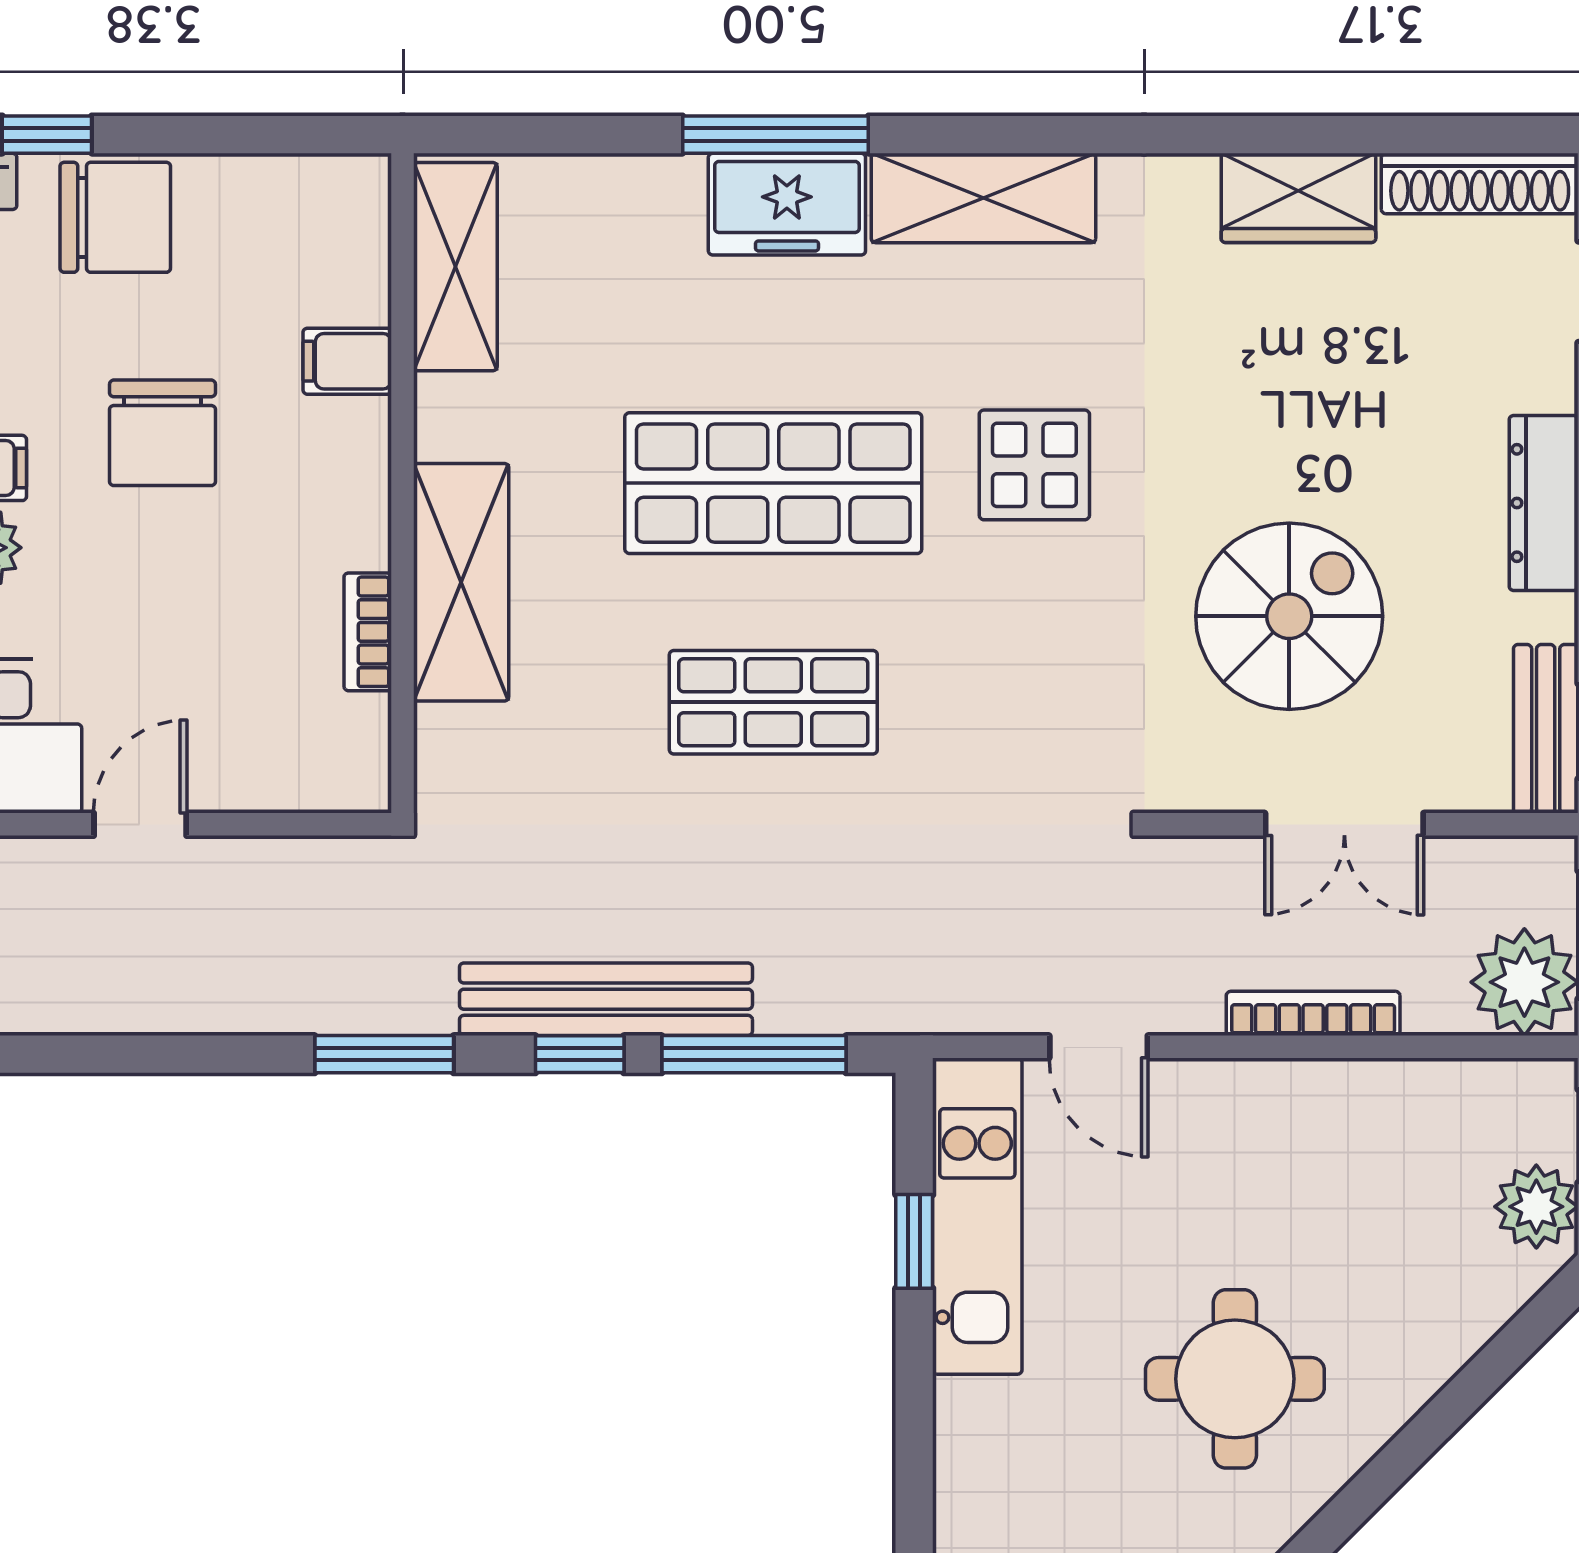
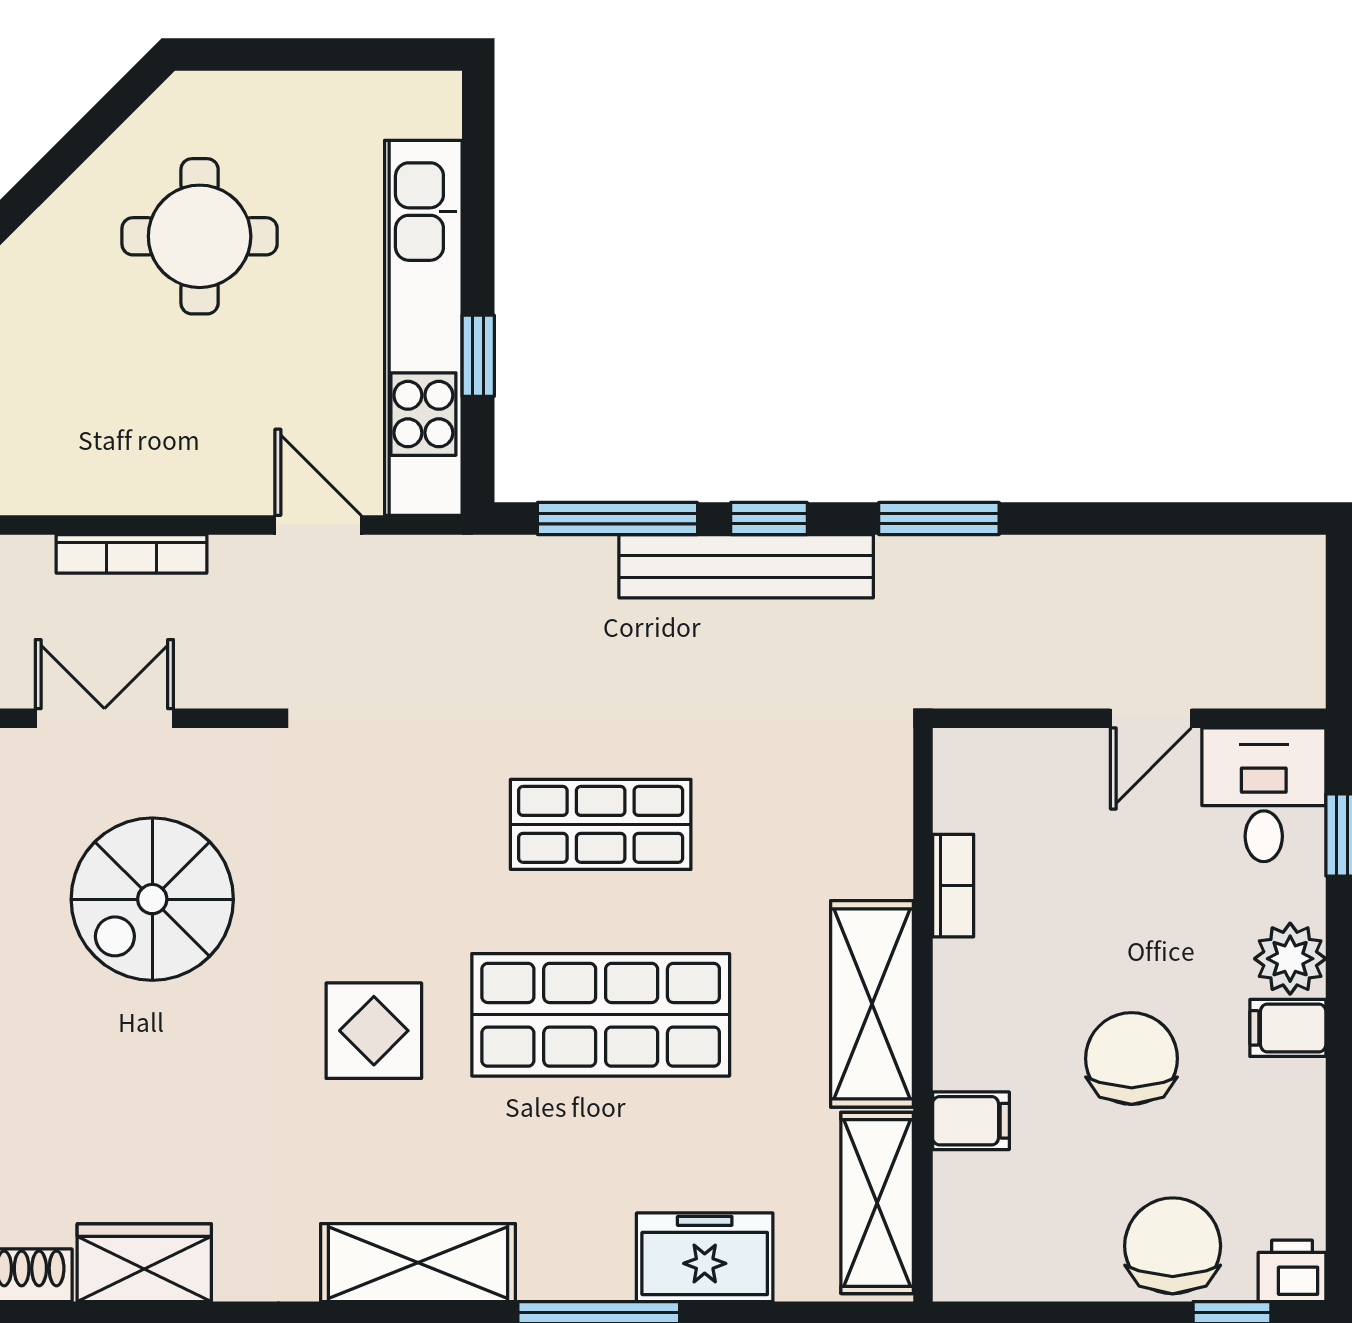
freezer: (787, 204) -> (705, 1257), moved
chair: (115, 217) -> (1173, 1246), turned 90
shelving: (461, 582) -> (872, 1004), moved
kitchen unit: (977, 1216) -> (423, 328), width x1.36

